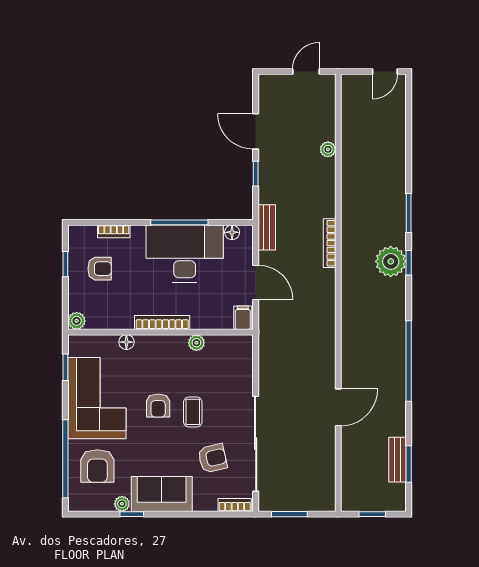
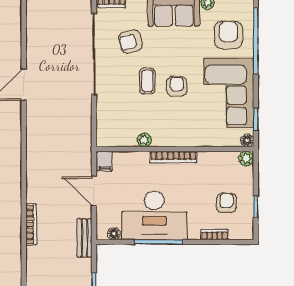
armchair: (100, 269) -> (227, 203), turned 90
floor lamp: (126, 342) -> (247, 140), moved

